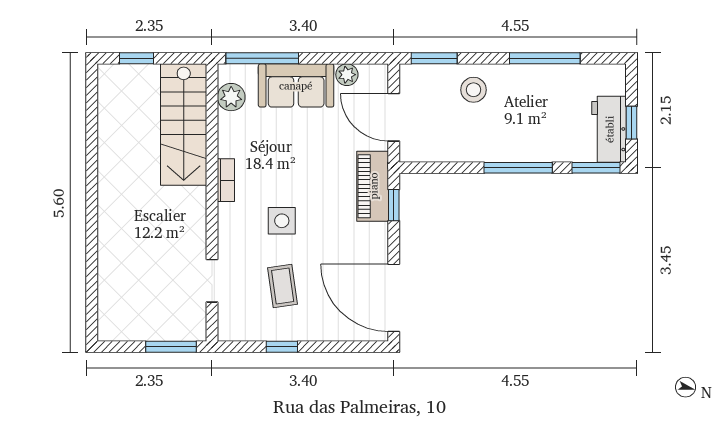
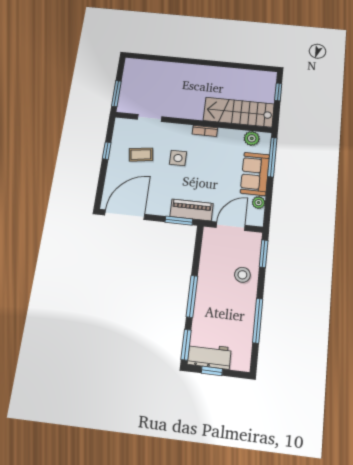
window: (394, 205) -> (179, 221), width x1.50

